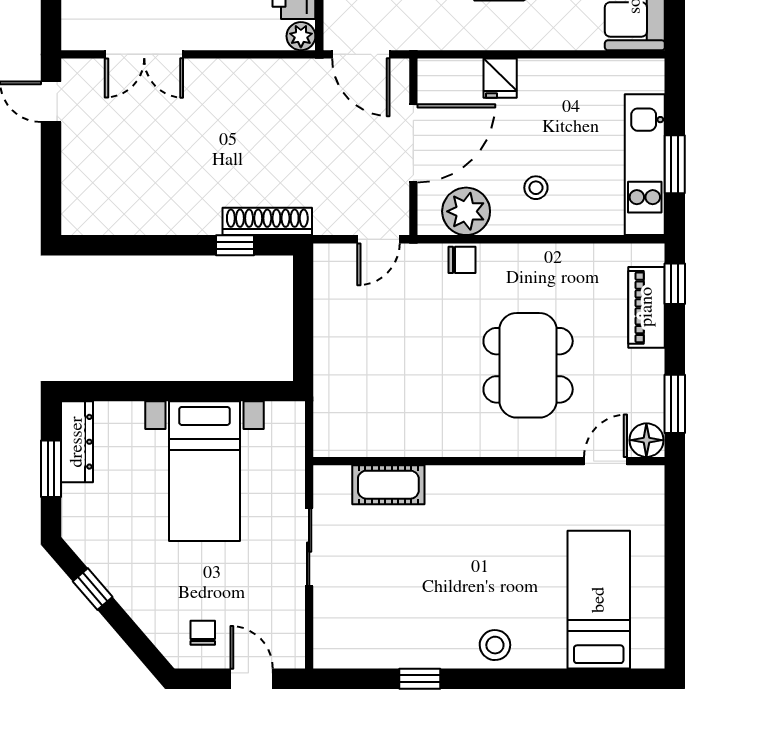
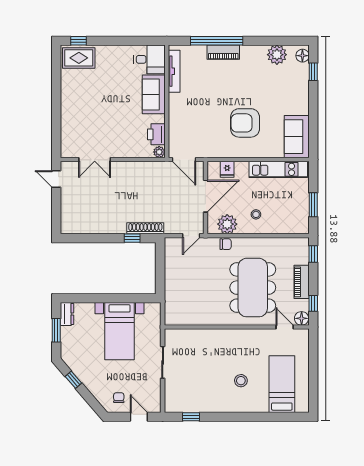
fridge: (500, 78) -> (227, 169), moved
kitchen unit: (645, 165) -> (278, 169), moved, turned -90
piano: (647, 307) -> (302, 282), moved
dining table: (528, 365) -> (253, 288), width x1.36, depth x1.24
window: (675, 404) -> (313, 303), width x0.67
dresser: (77, 442) -> (67, 314), width x0.70
door: (605, 461) -> (285, 327), hinge flipped
cot: (388, 485) -> (195, 337), removed
stool: (495, 645) -> (241, 381), moved
window: (420, 679) -> (191, 417), moved

